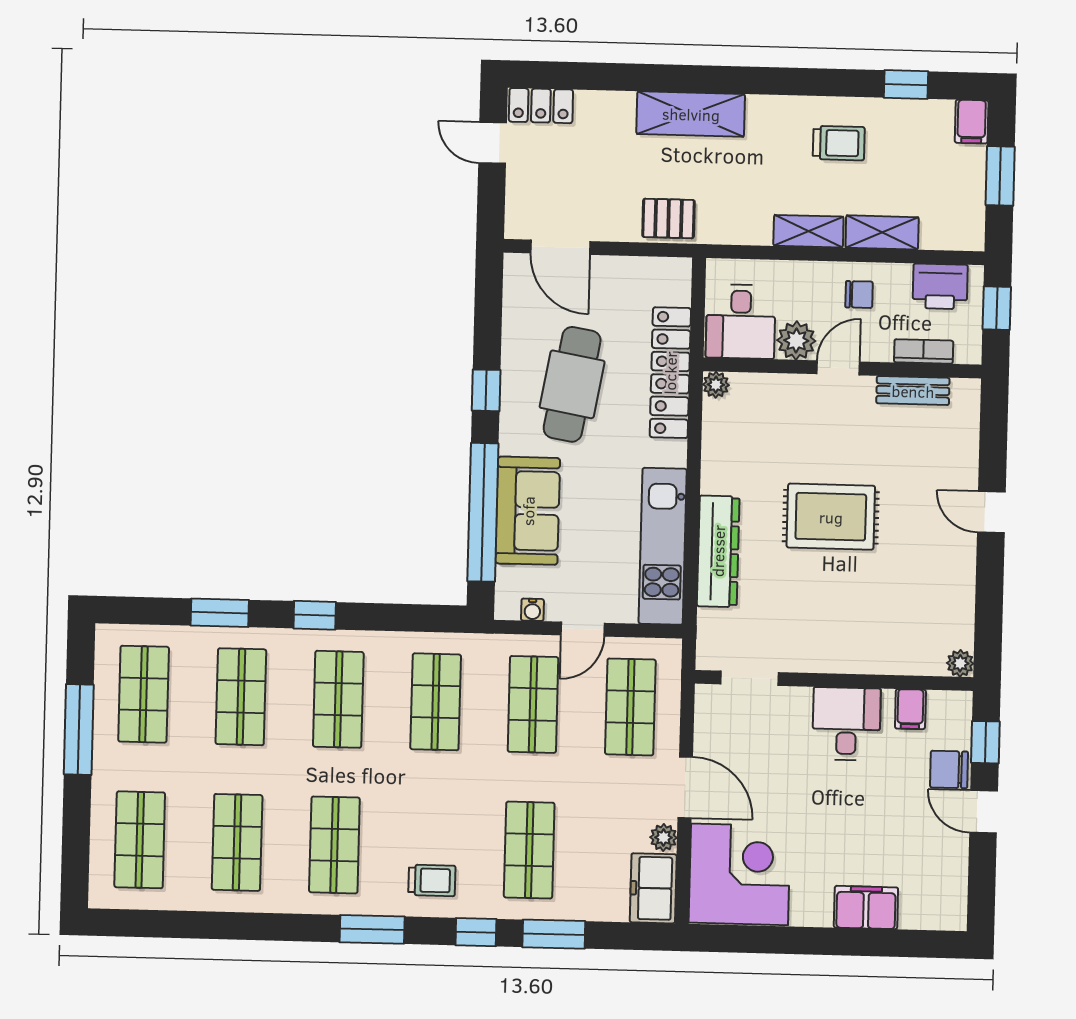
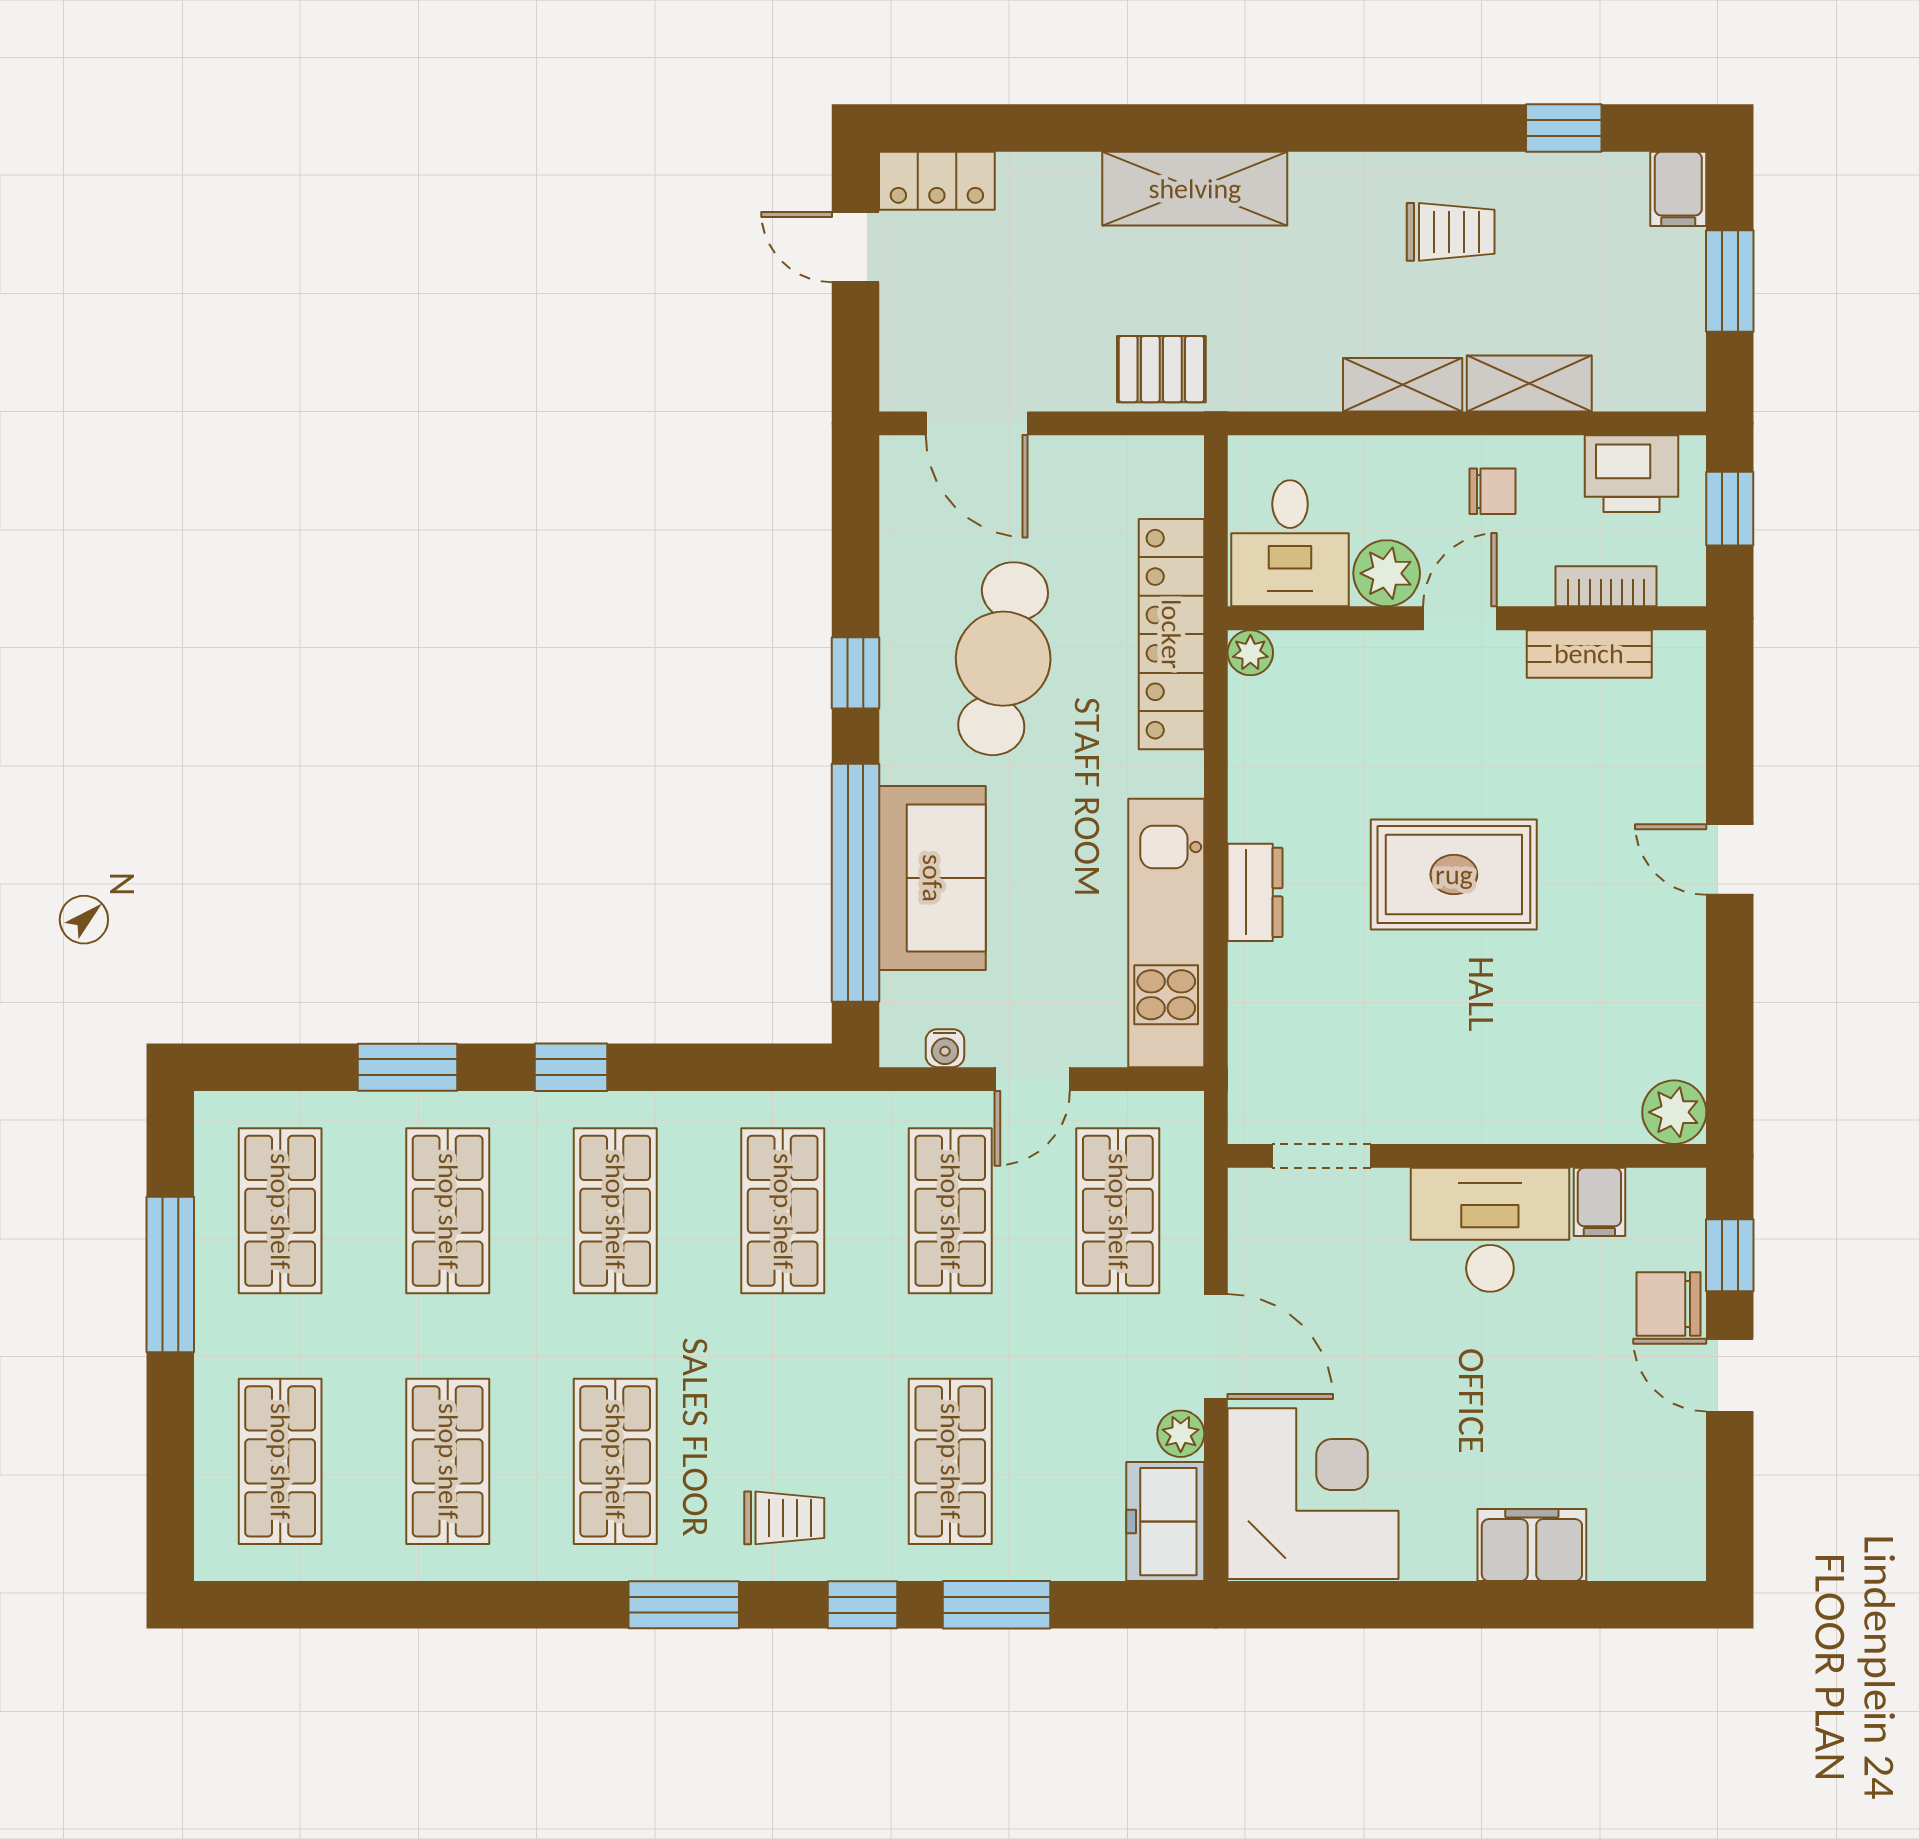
dresser: (718, 551) -> (1255, 892), width x0.51, depth x0.80
plant: (960, 663) -> (1674, 1112), width x1.38, depth x1.38
desk: (846, 724) -> (1490, 1230), width x1.37

